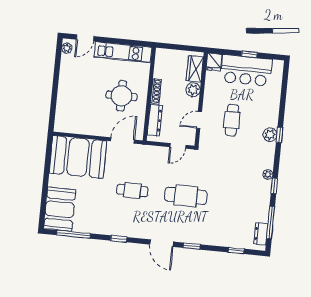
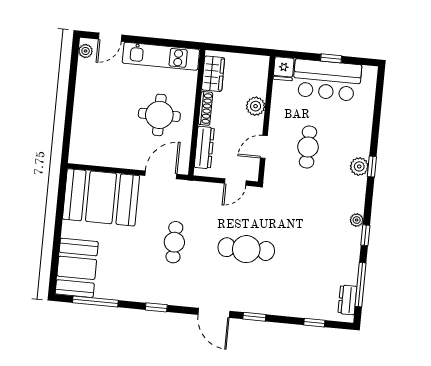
wardrobe: (195, 69) -> (213, 74), moved, turned 180
cafe table: (132, 190) -> (174, 242), turned 90

